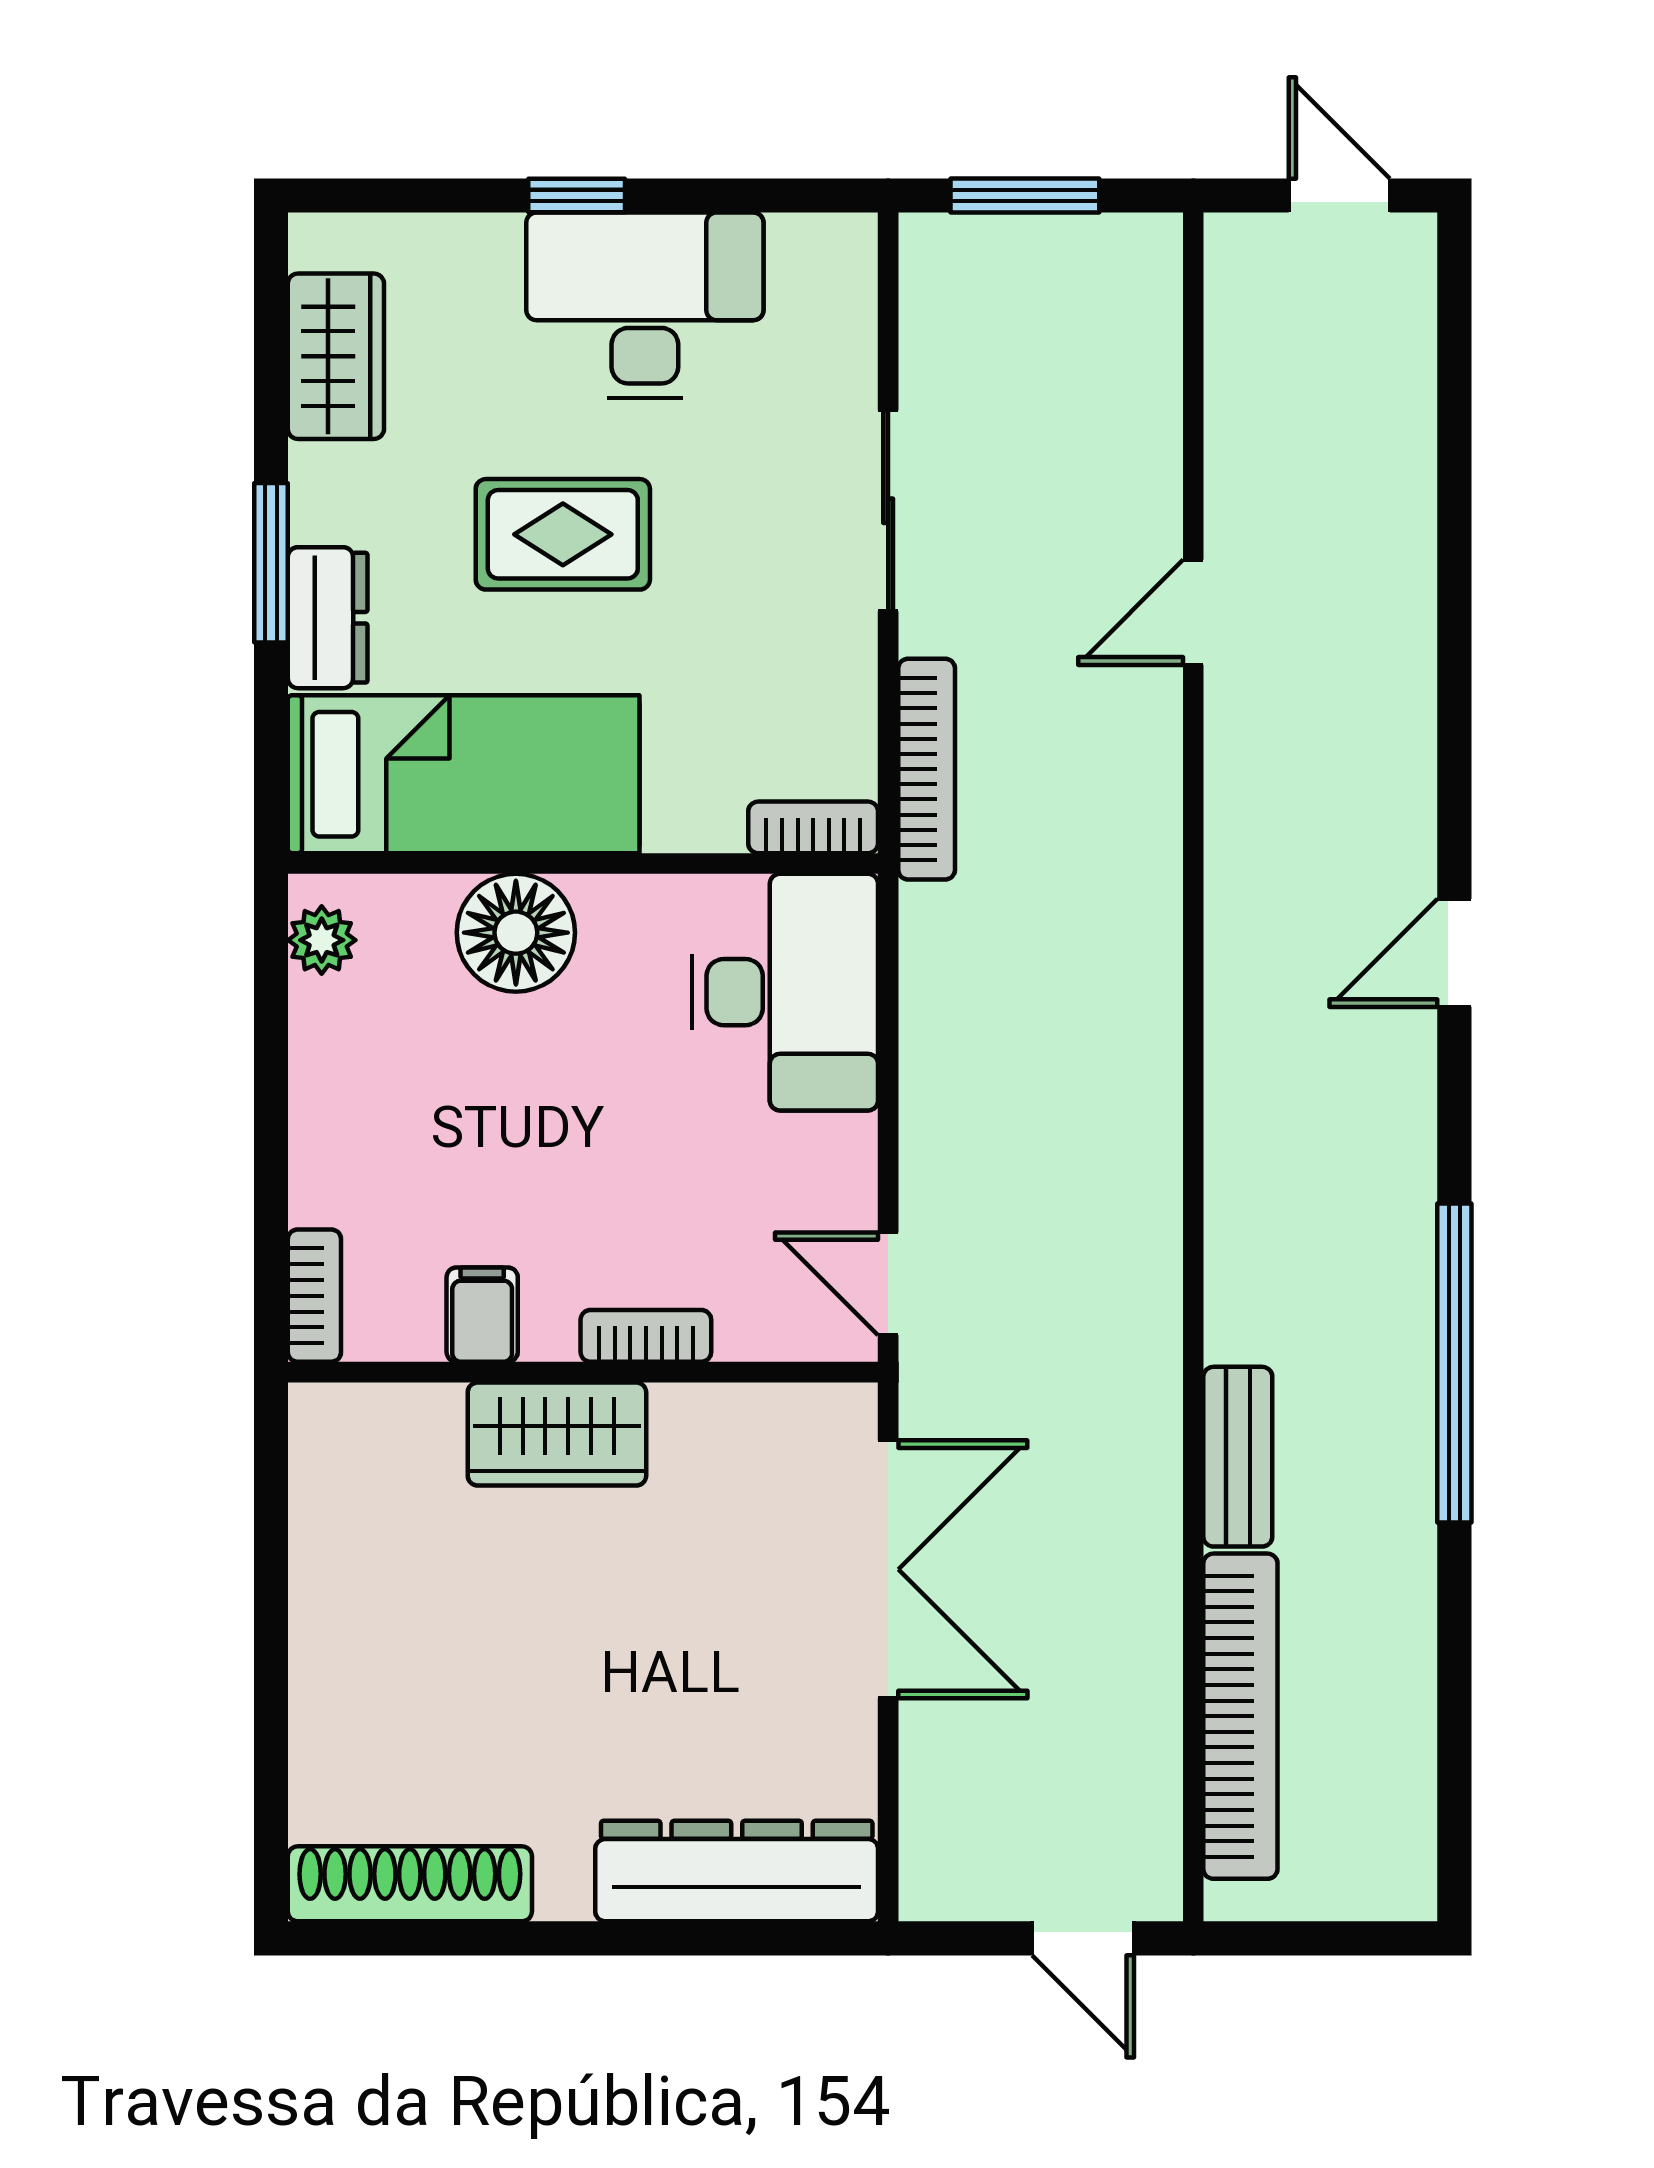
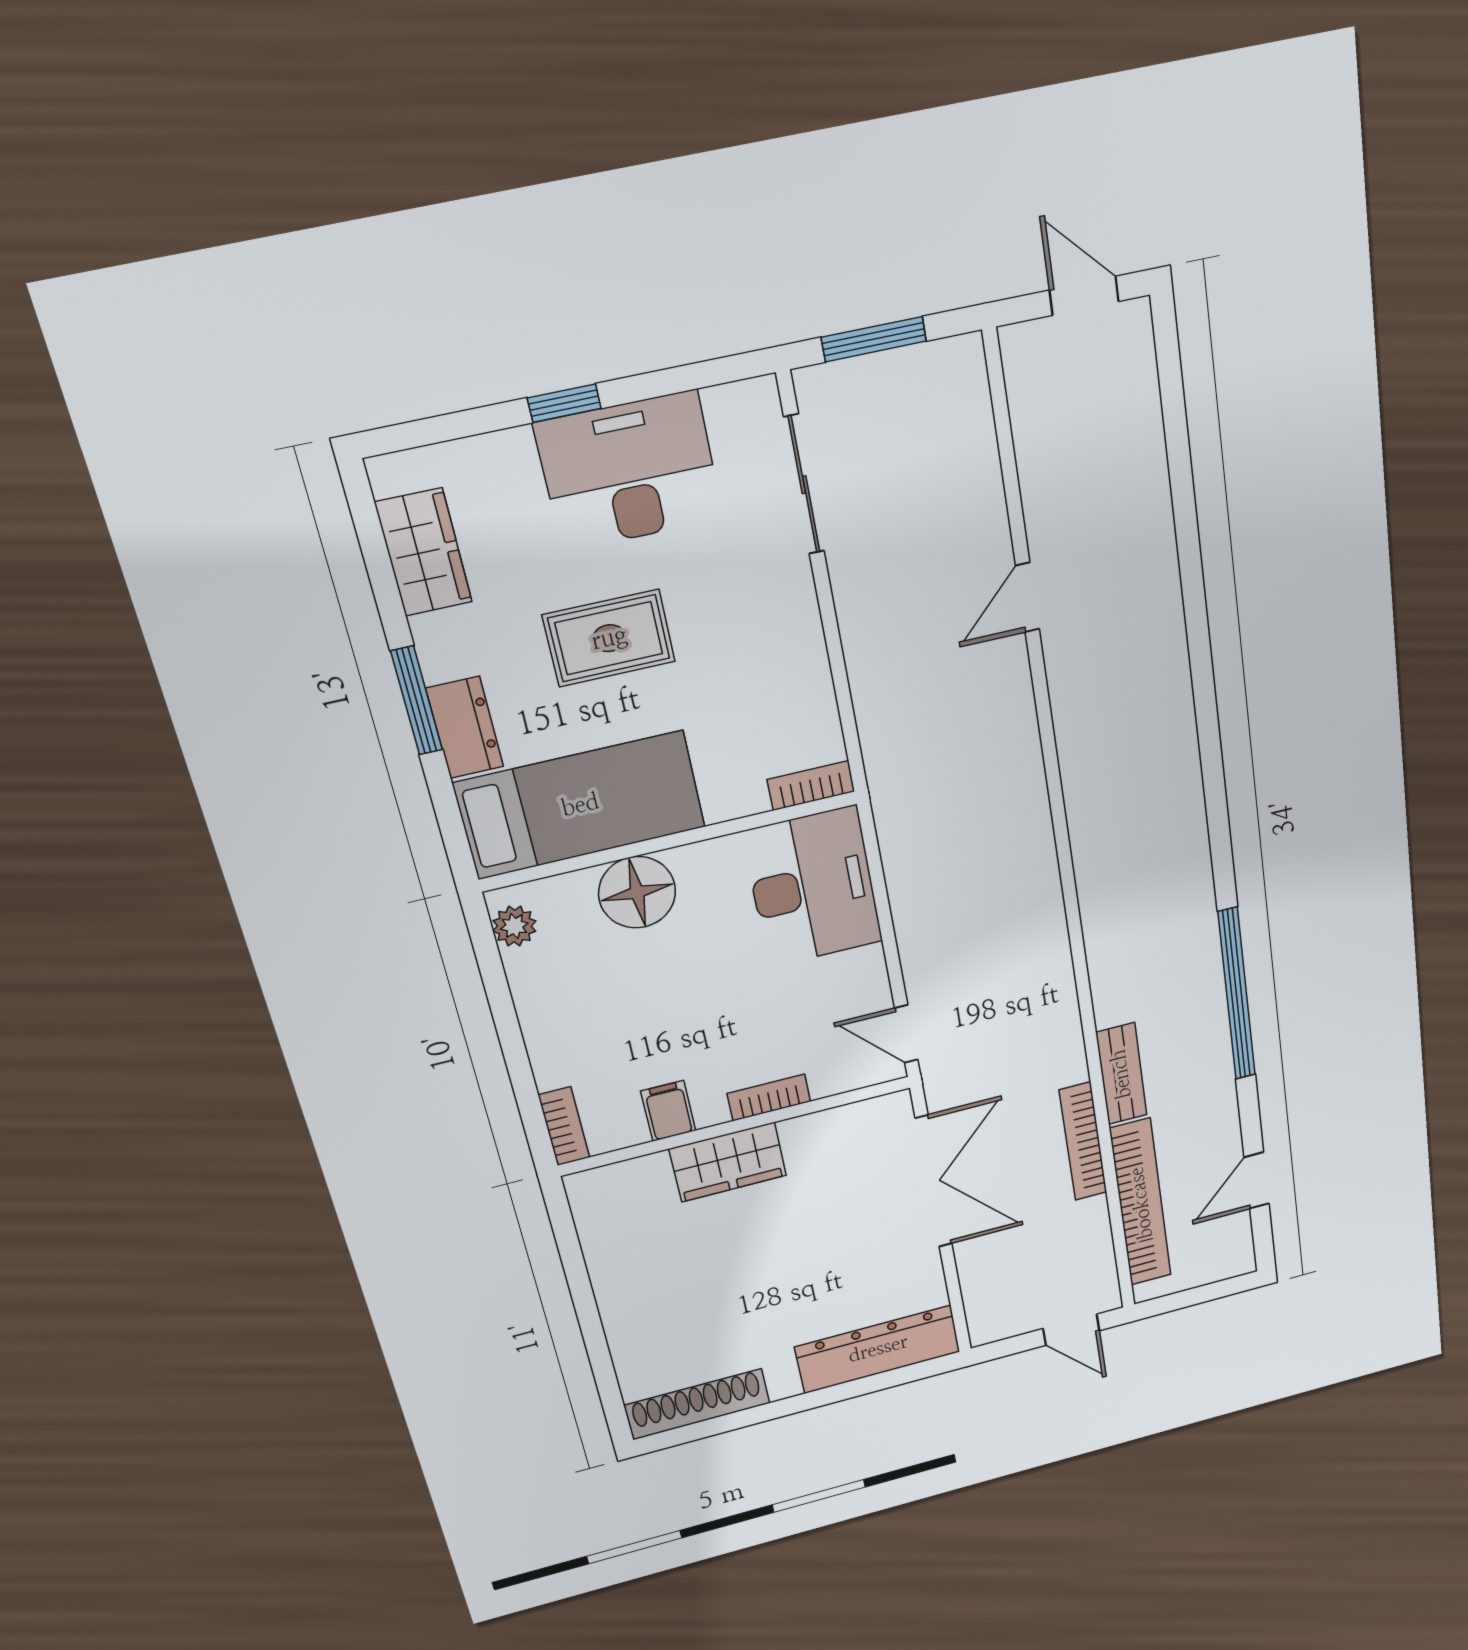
sliding door: (888, 511) -> (804, 485), moved
bookcase: (927, 769) -> (1083, 1141), moved, turned 180
door: (1454, 953) -> (1257, 1181), moved

